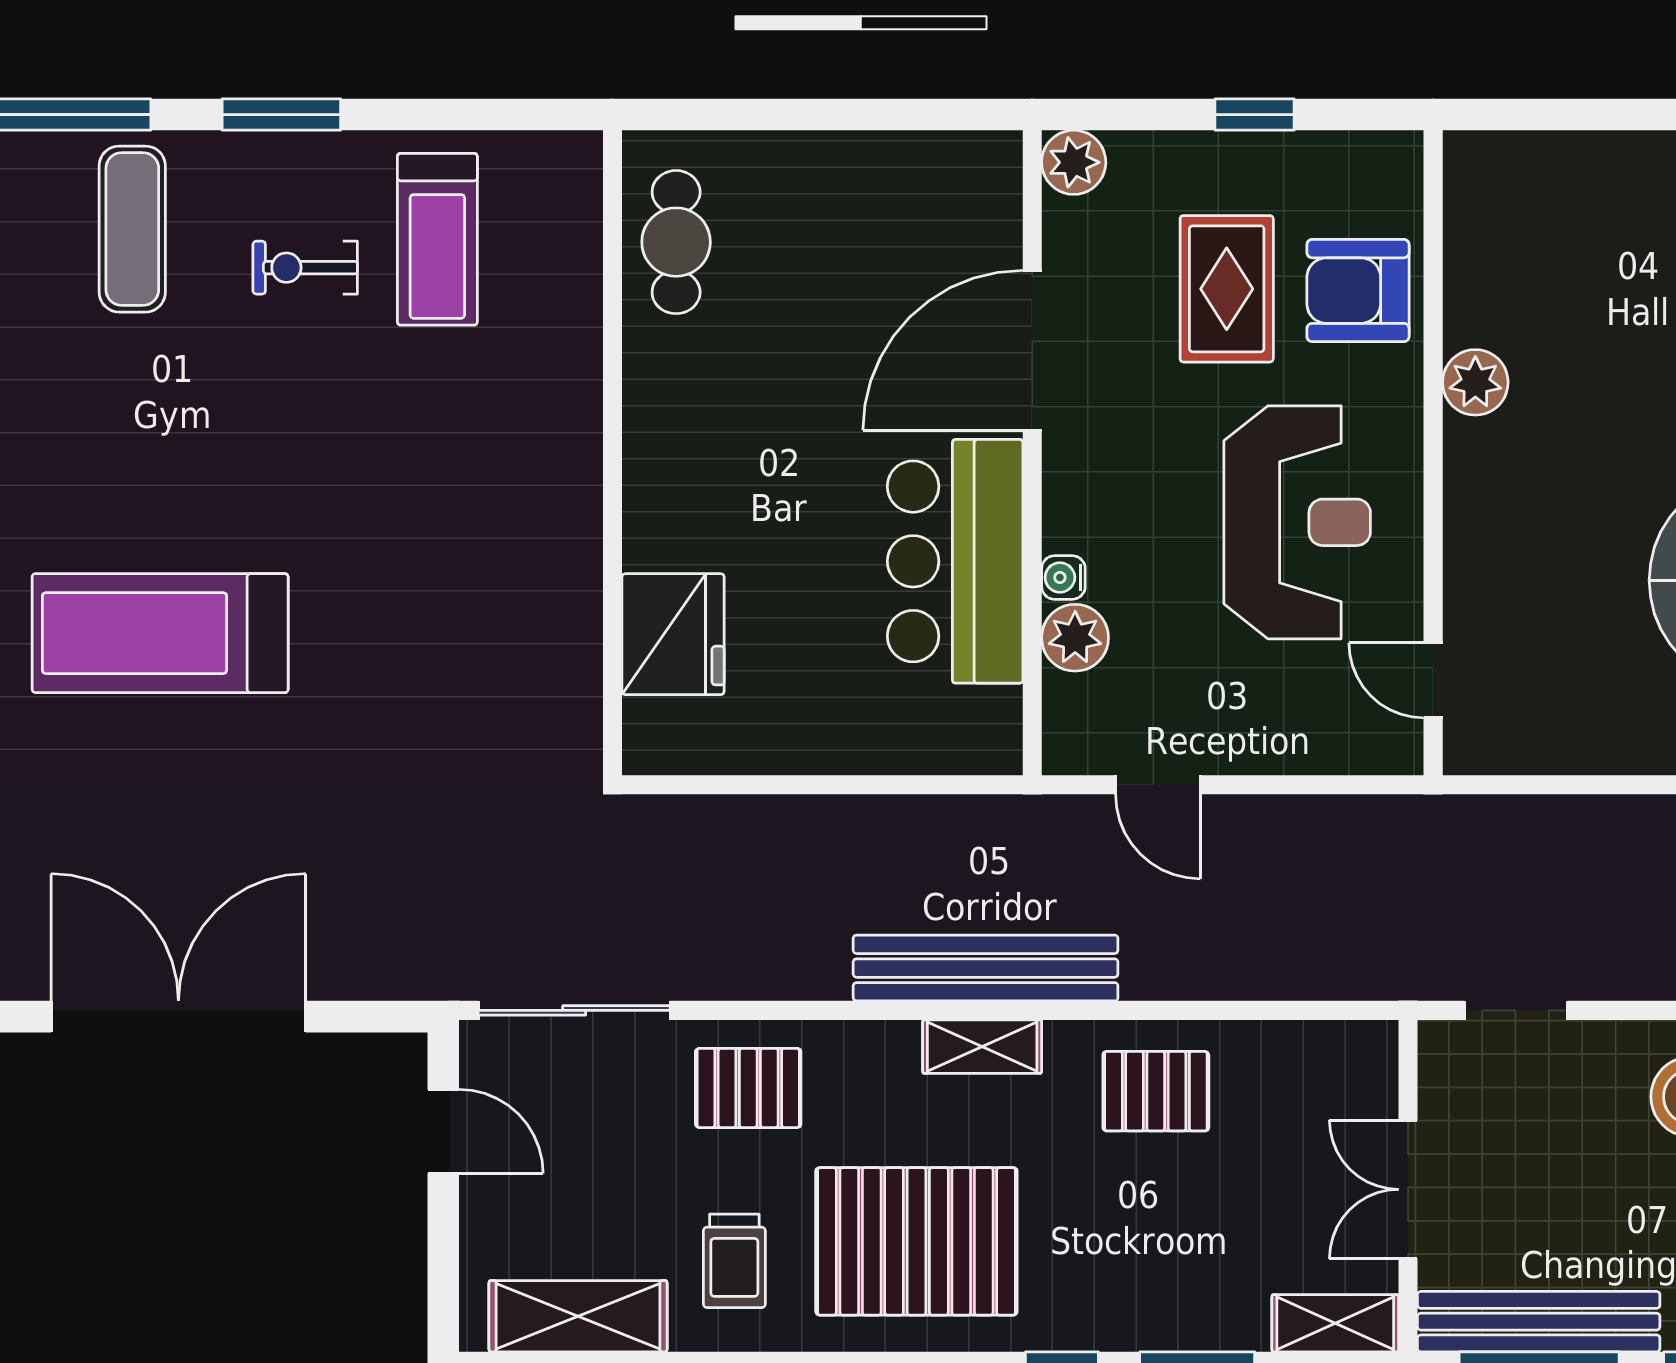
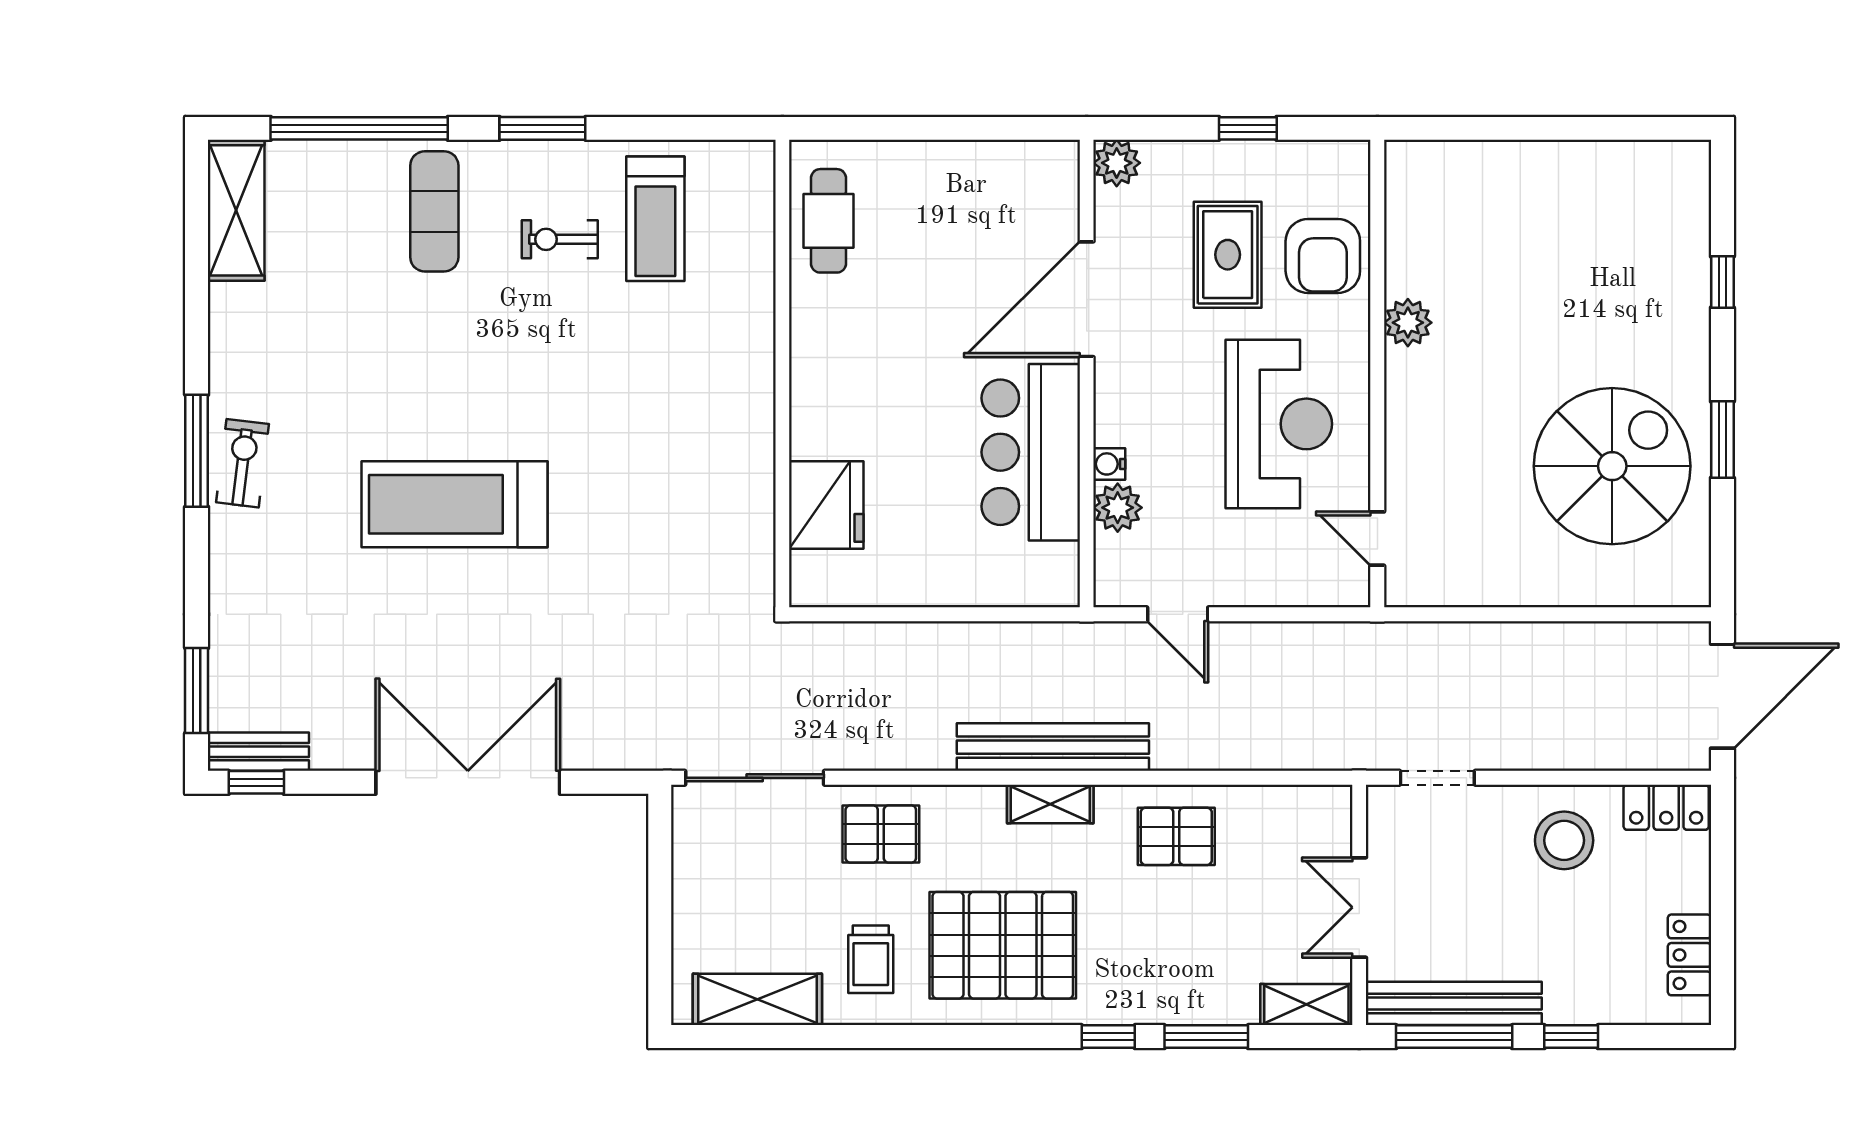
armchair: (1358, 291) -> (1323, 256), turned -90
door: (443, 1131) -> (660, 865), removed

